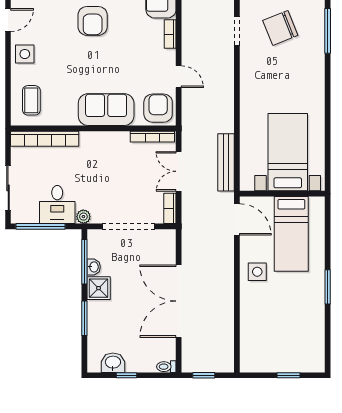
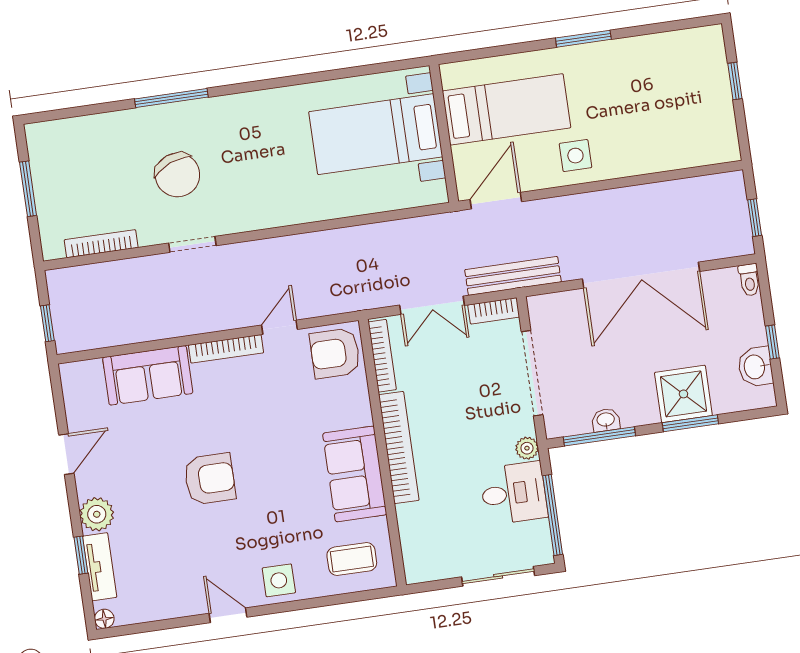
bookcase: (170, 34) -> (226, 349), width x1.56
sofa: (106, 110) -> (355, 474), moved
bookcase: (45, 139) -> (399, 448), moved
bench: (226, 162) -> (513, 276), moved
shower: (99, 288) -> (683, 394), moved, width x1.36, depth x1.36

